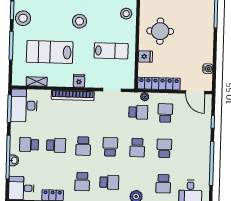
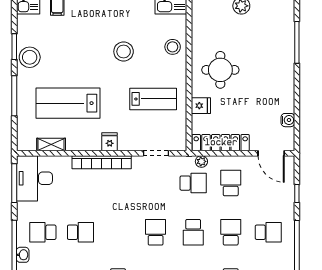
stool: (80, 21) -> (124, 52), moved
school desk: (83, 146) -> (268, 232), moved, turned -90

